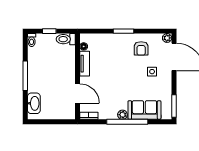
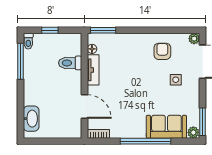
window: (123, 31) -> (103, 30), moved
toilet: (66, 39) -> (70, 63), moved
armchair: (141, 48) -> (162, 51), turned 180
window: (25, 76) -> (20, 61), moved
plant: (122, 115) -> (193, 132), moved

